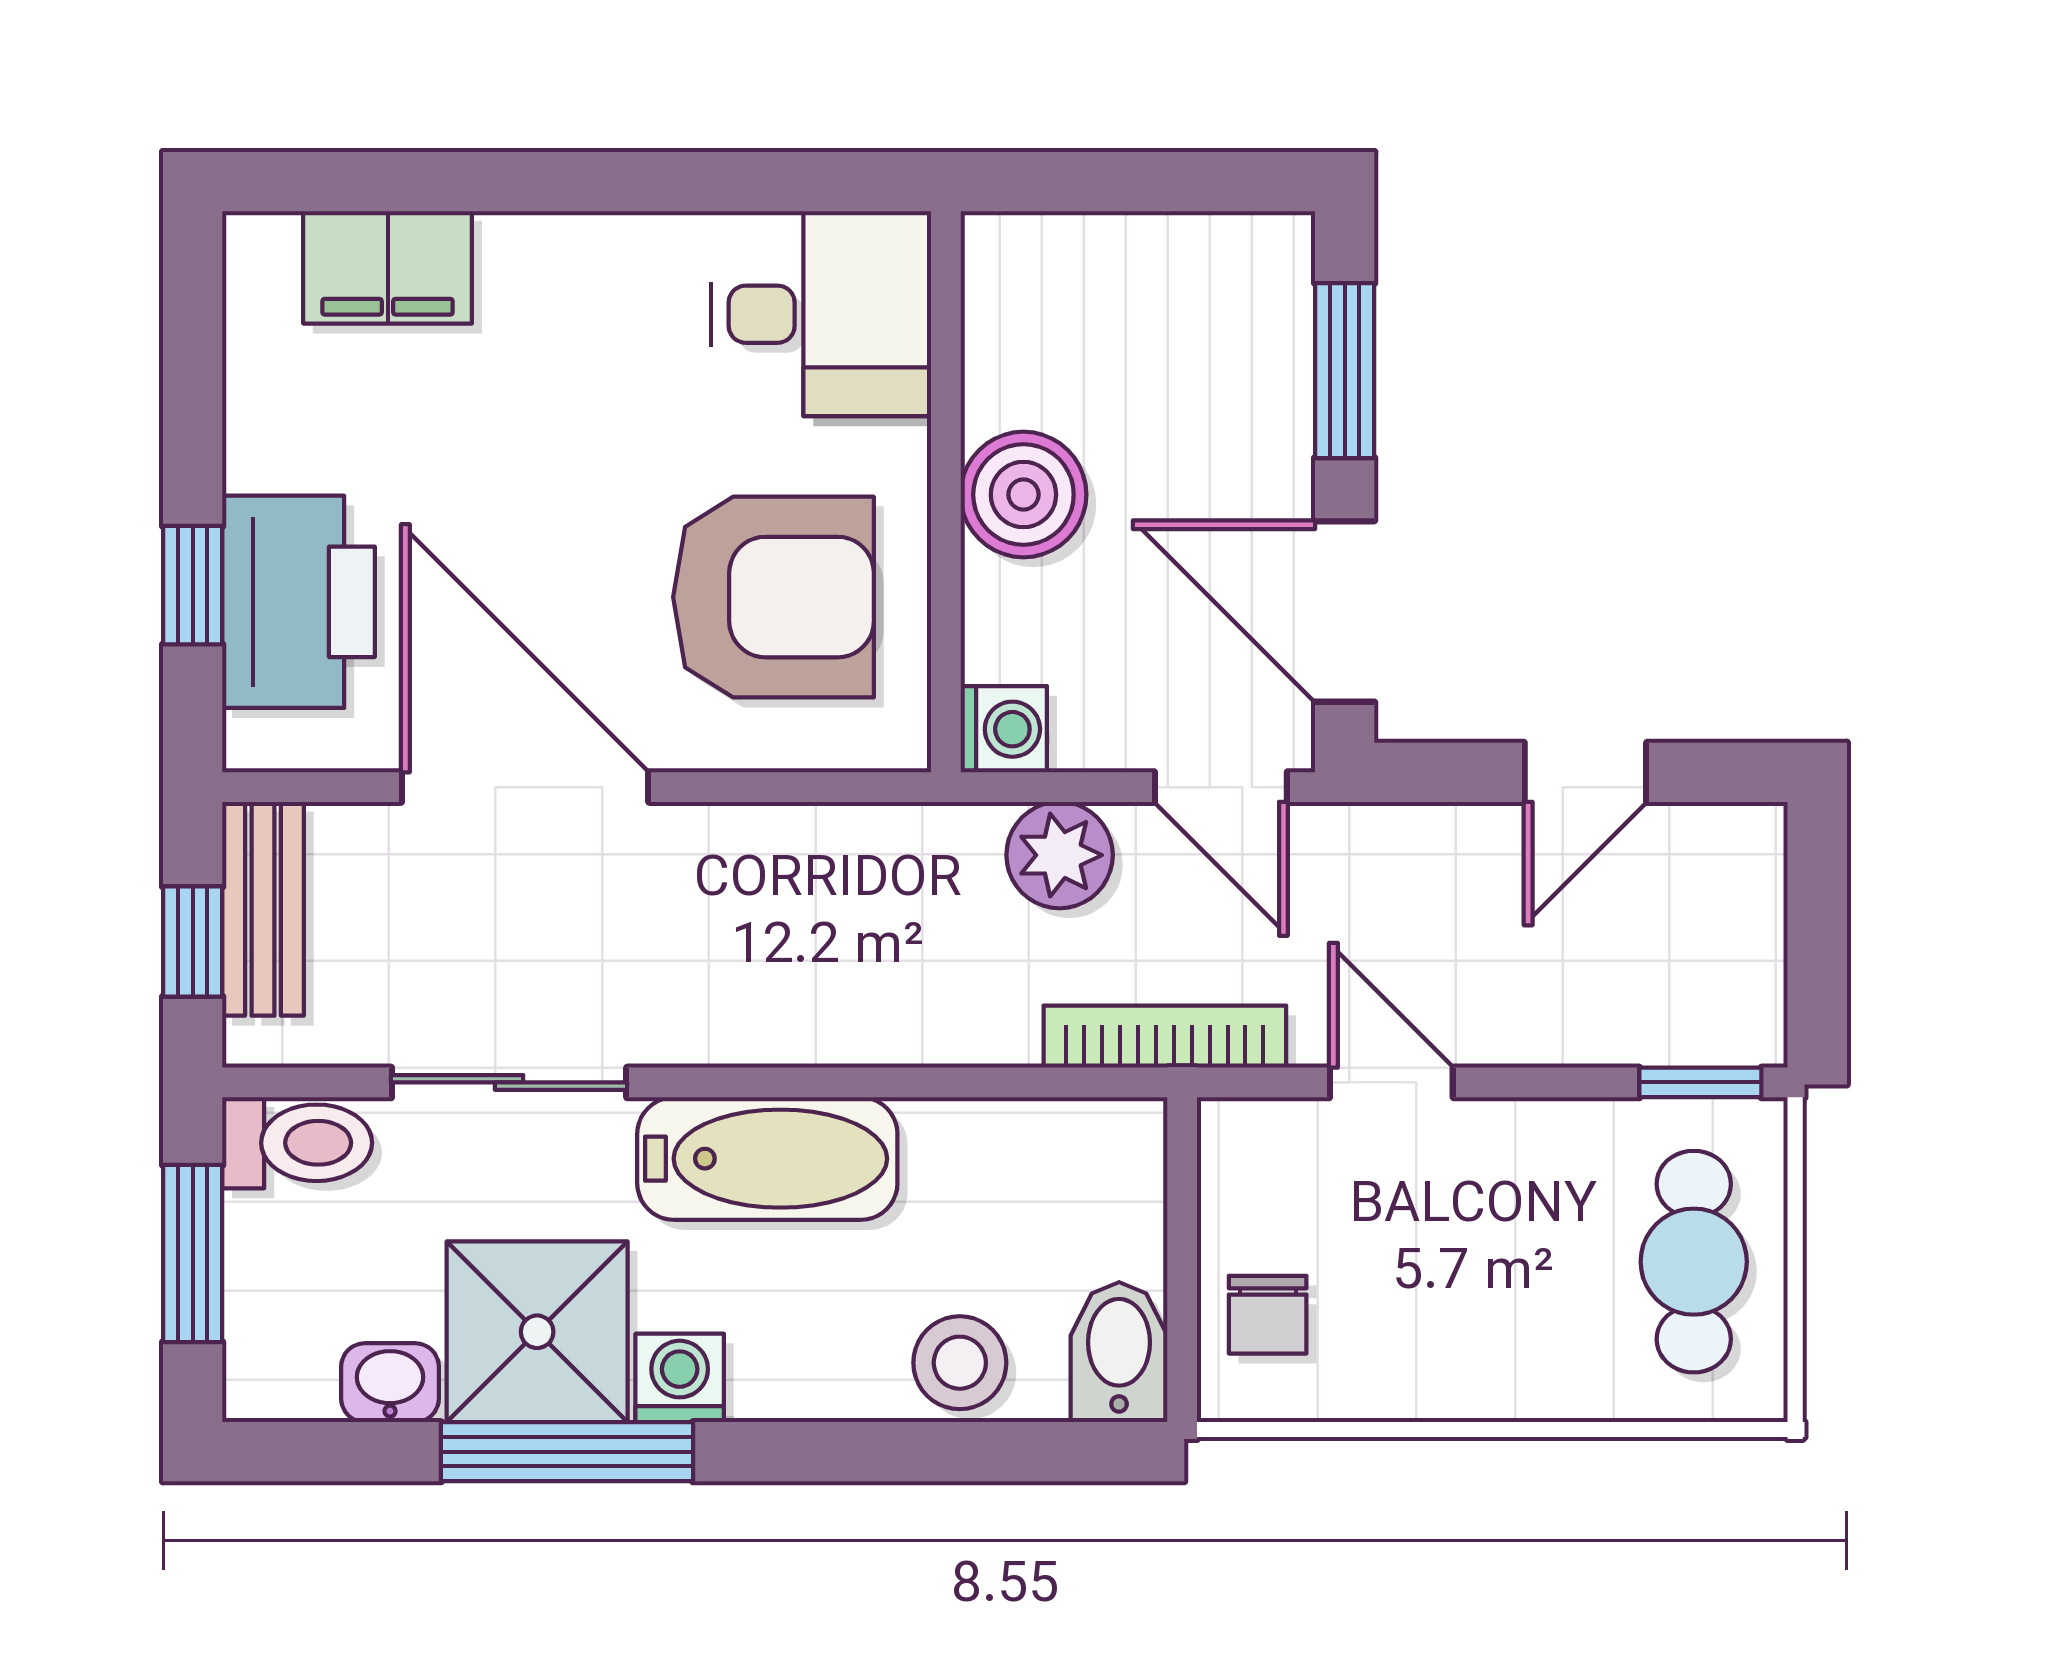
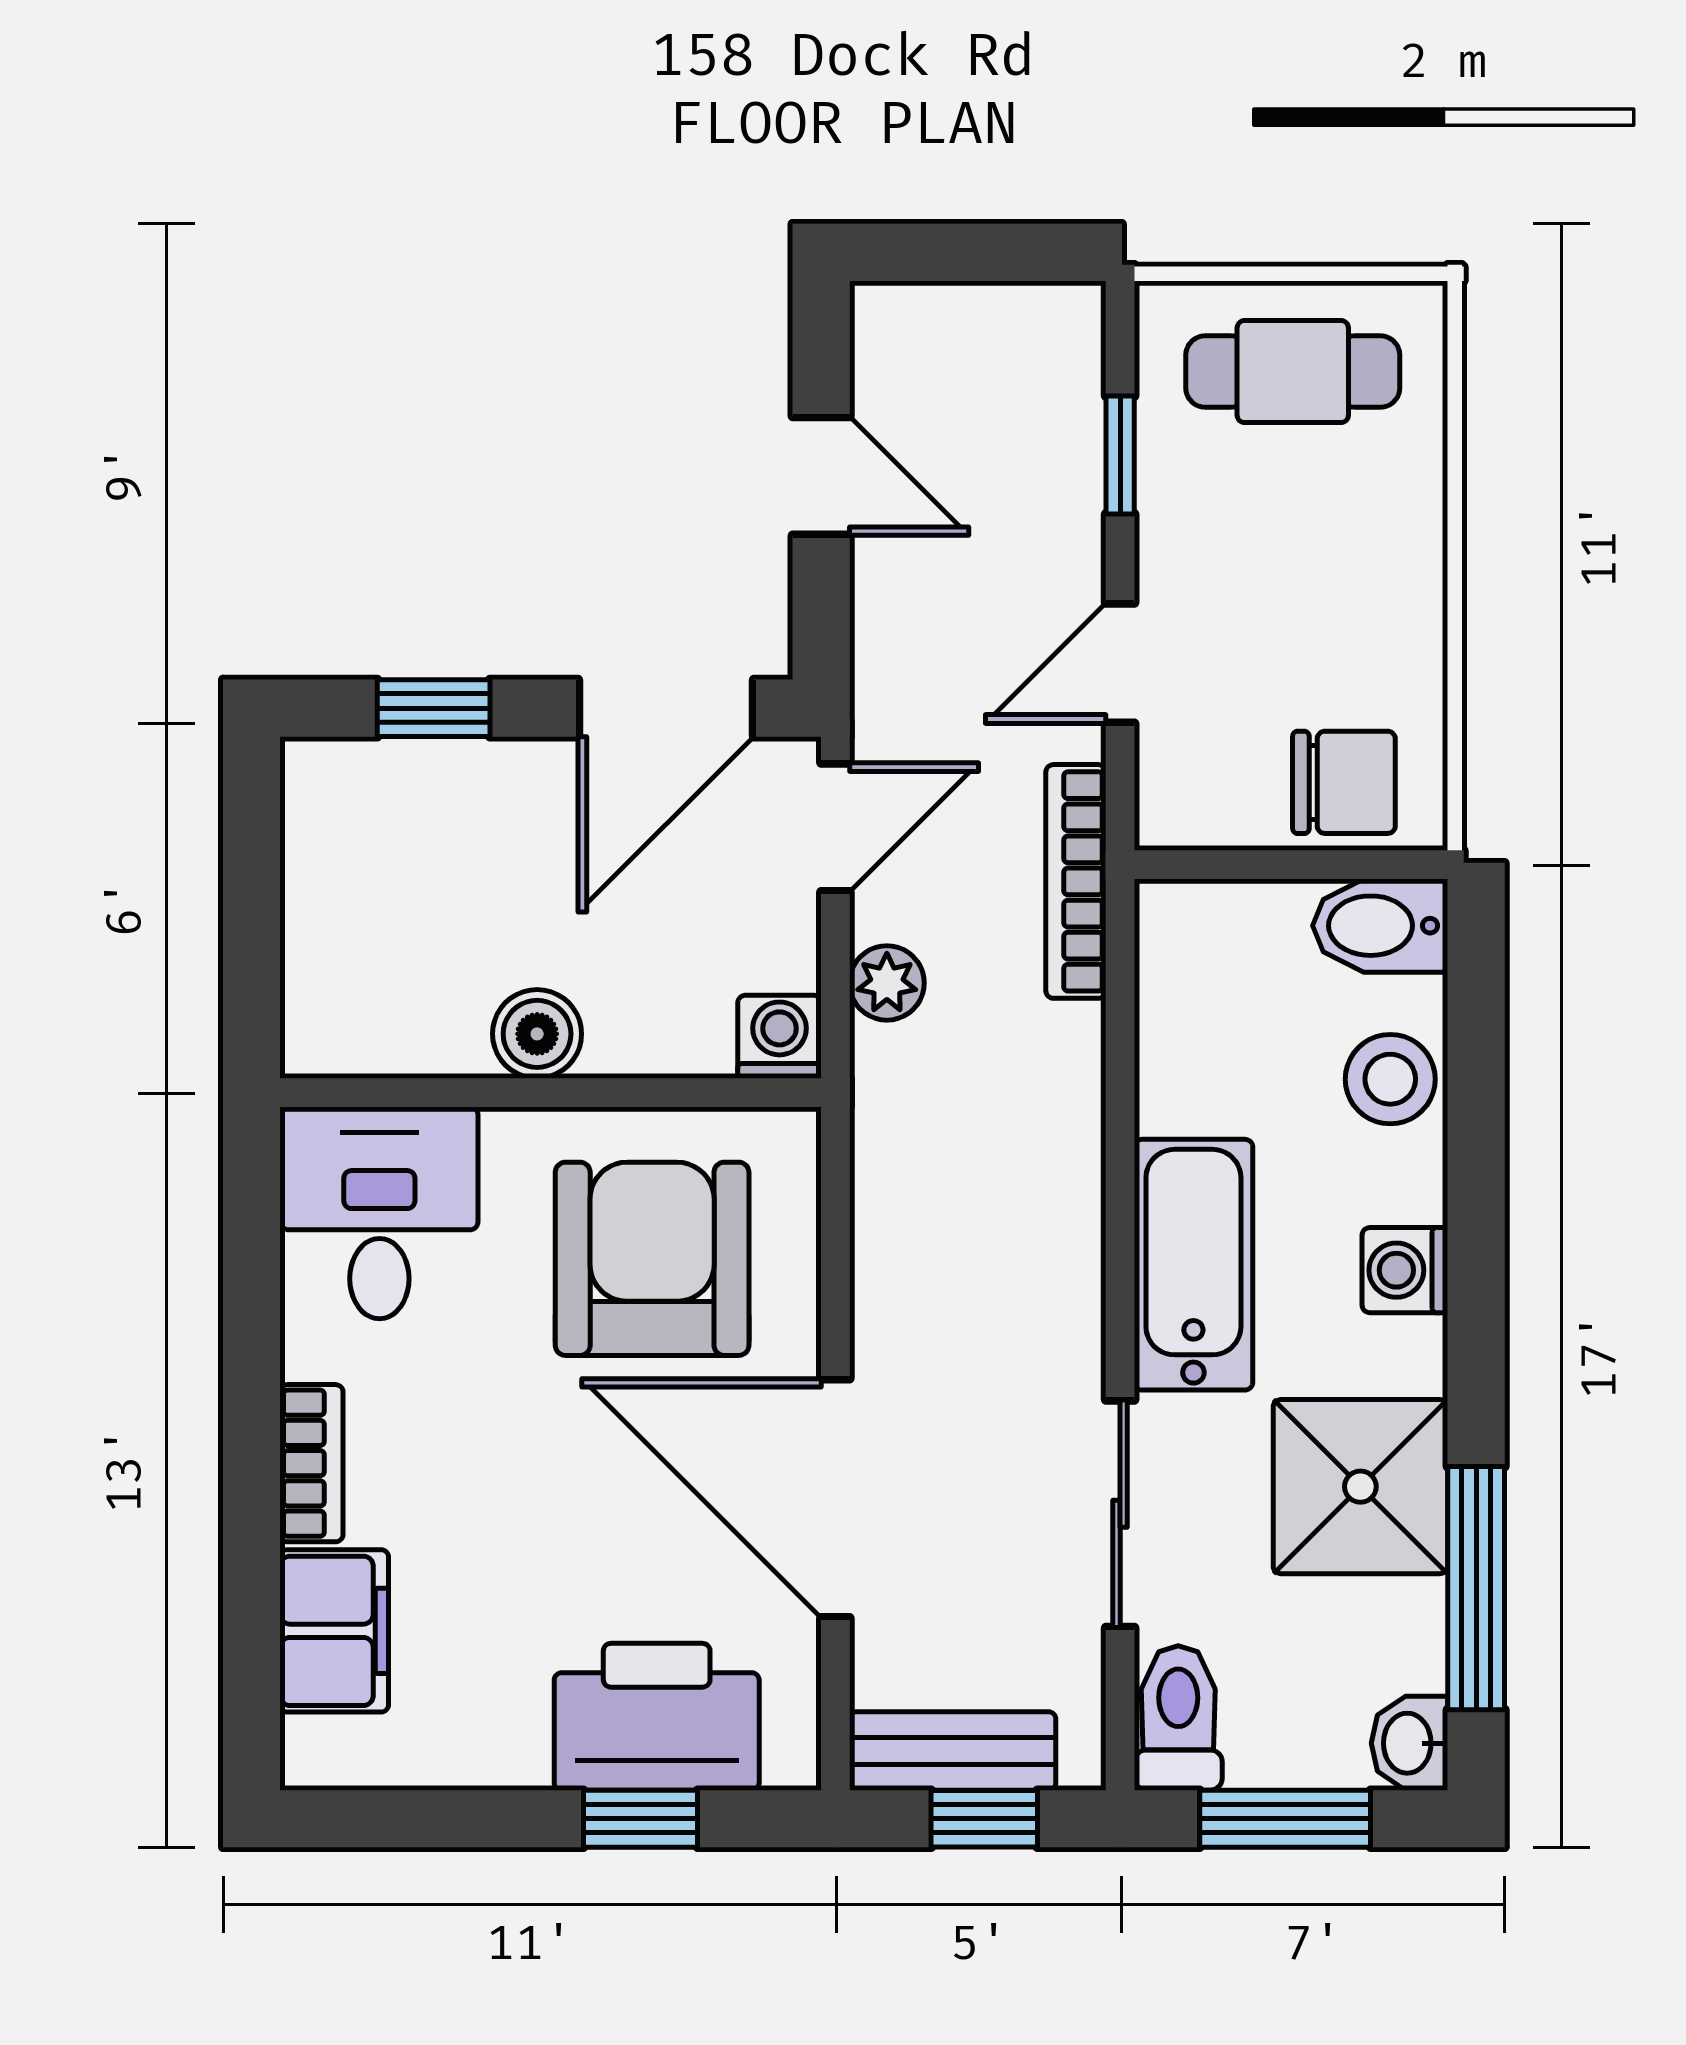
bookcase: (561, 244) -> (311, 1463), added
window: (1345, 371) -> (434, 708), width x0.67
boiler: (1023, 495) -> (537, 1034), width x0.73, depth x0.73
door: (525, 787) -> (835, 1498), hinge flipped
plant: (1060, 855) -> (887, 983), width x0.73, depth x0.73
window: (1700, 1082) -> (1120, 455), moved
chair: (1268, 1315) -> (1344, 782), width x1.37, depth x1.37
washing machine: (680, 1378) -> (1405, 1270), moved
washbasin: (390, 1383) -> (1410, 1743), moved
window: (567, 1452) -> (1476, 1588), moved

